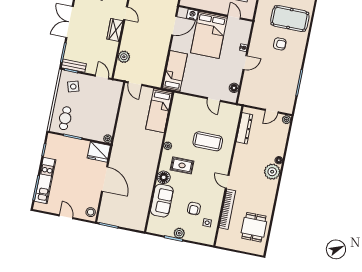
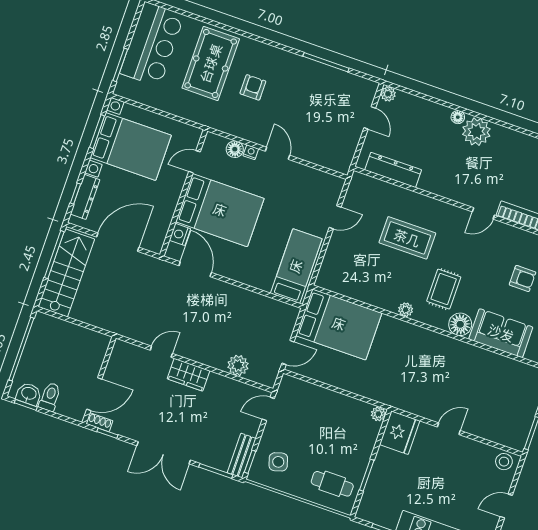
bed: (175, 71) -> (296, 266), moved, turned 90
floor lamp: (234, 88) -> (235, 149), moved
bed: (159, 111) -> (339, 324), width x1.50
coffee table: (208, 141) -> (407, 238), turned 90
door: (105, 179) -> (449, 429), width x0.53

